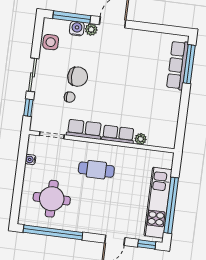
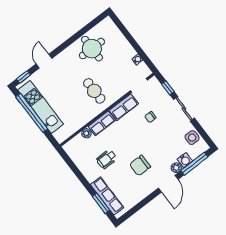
window: (189, 64) -> (101, 203), width x0.69
chair: (78, 77) -> (140, 166), moved
wheelchair: (146, 98) -> (106, 159), added
cafe table: (96, 170) -> (94, 91), turned 90
round table: (52, 199) -> (92, 49), moved
window: (53, 232) -> (84, 31), removed

